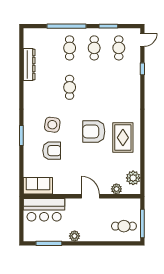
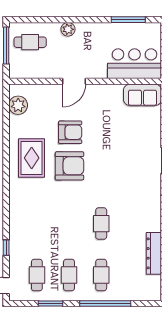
side table: (52, 125) -> (124, 175), removed
armchair: (52, 151) -> (70, 132), moved, turned 180
plant: (116, 189) -> (40, 91), removed
door: (90, 196) -> (74, 81), hinge flipped
plant: (75, 236) -> (68, 29), moved

